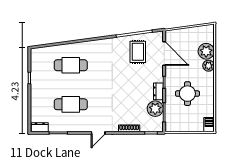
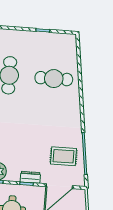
cafe table: (71, 65) -> (54, 79), turned 90
dresser: (158, 91) -> (30, 177), moved

